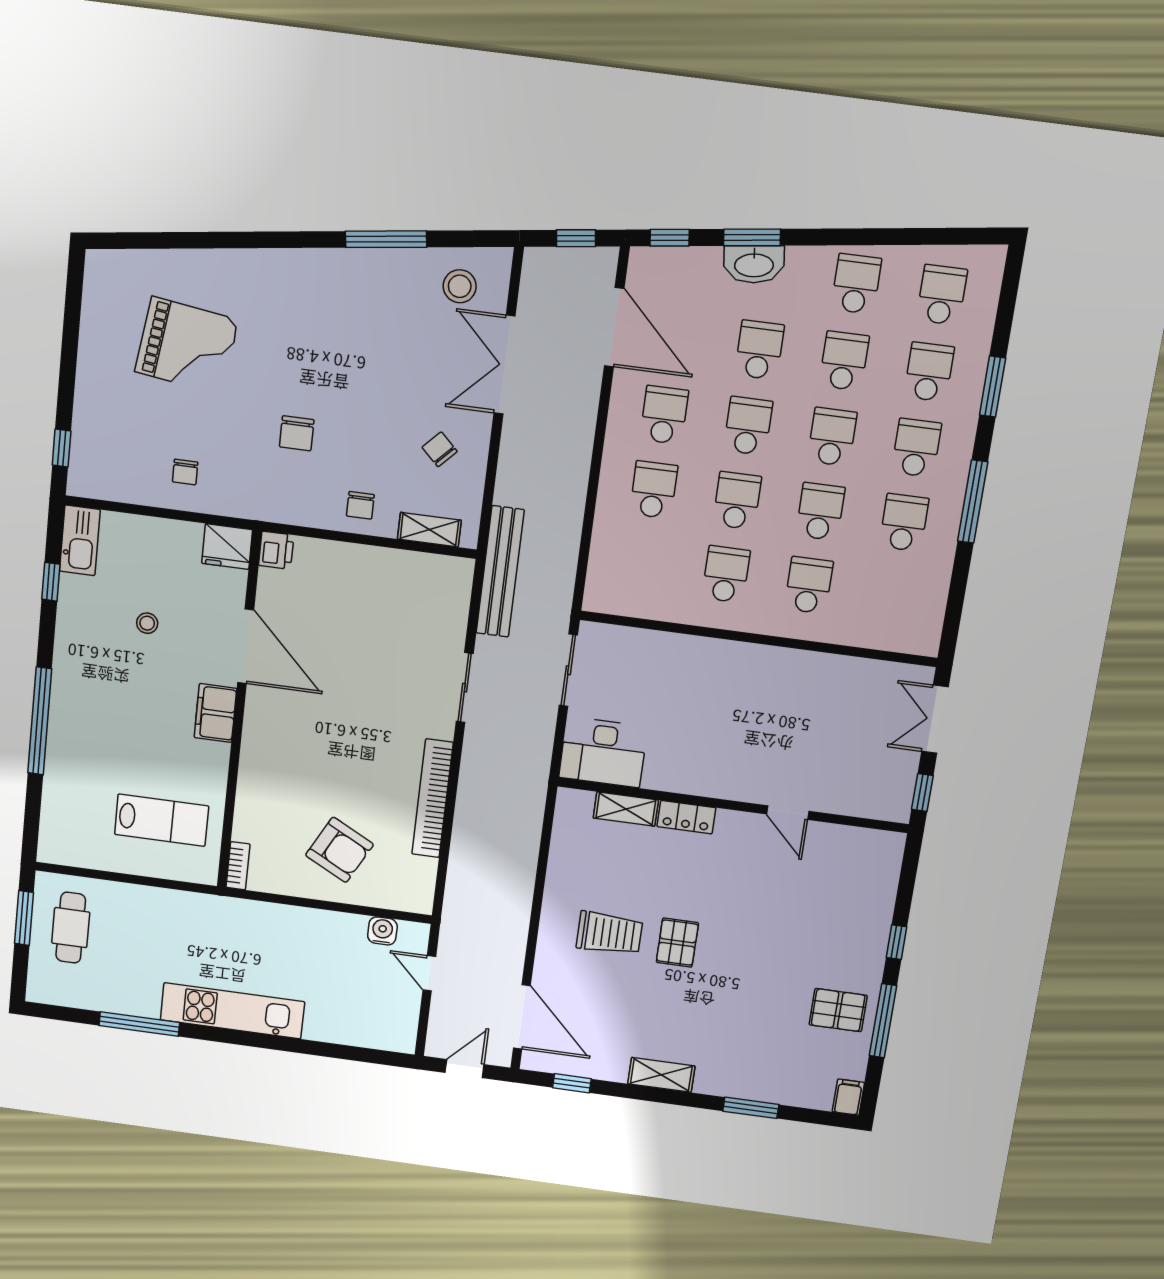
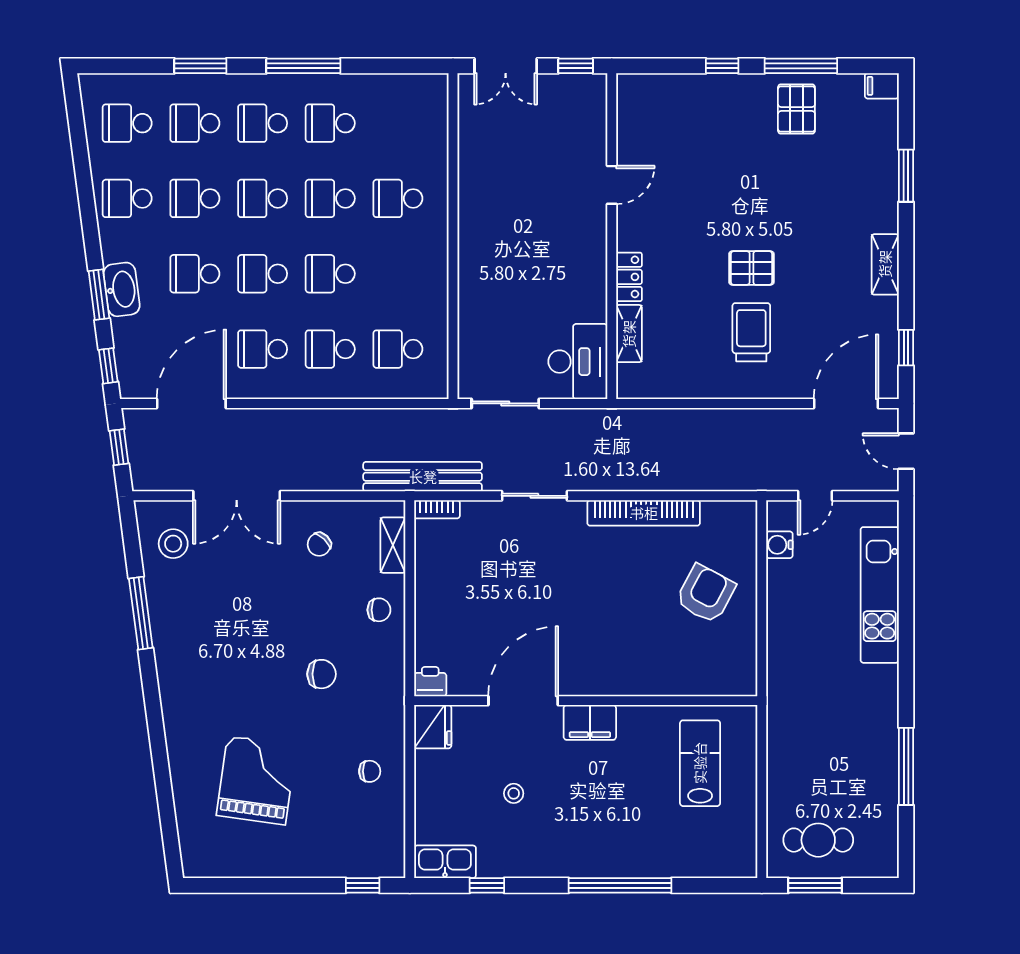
school desk: (726, 574) -> (398, 349), moved
bookcase: (238, 866) -> (437, 509), moved, turned 180
kitchen unit: (232, 1011) -> (880, 595), moved

